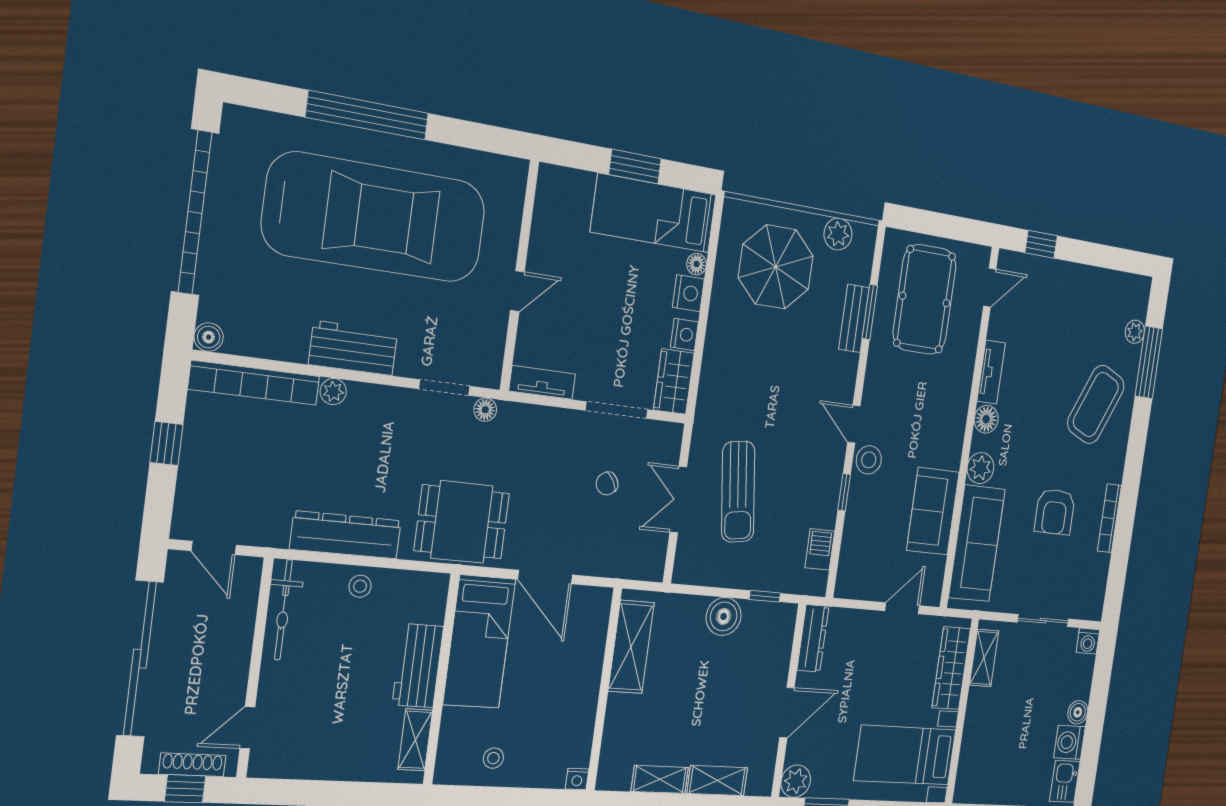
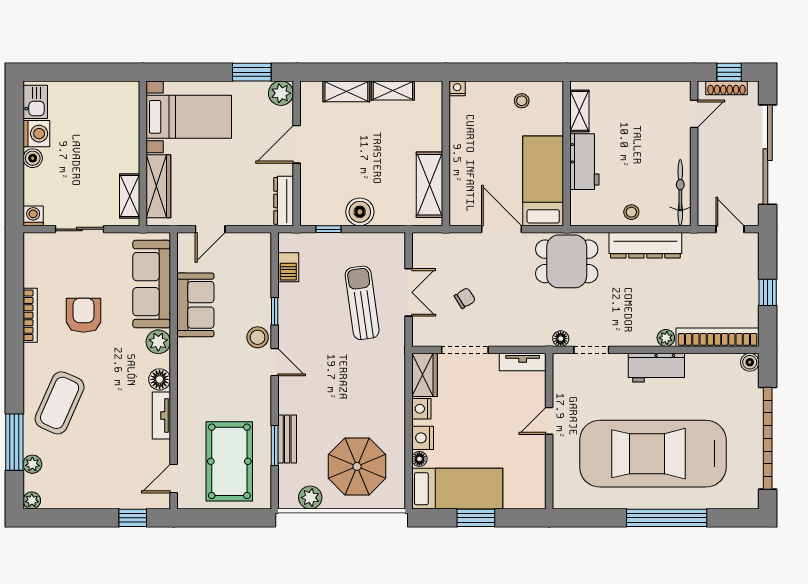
plant: (1142, 286) -> (32, 500), added

